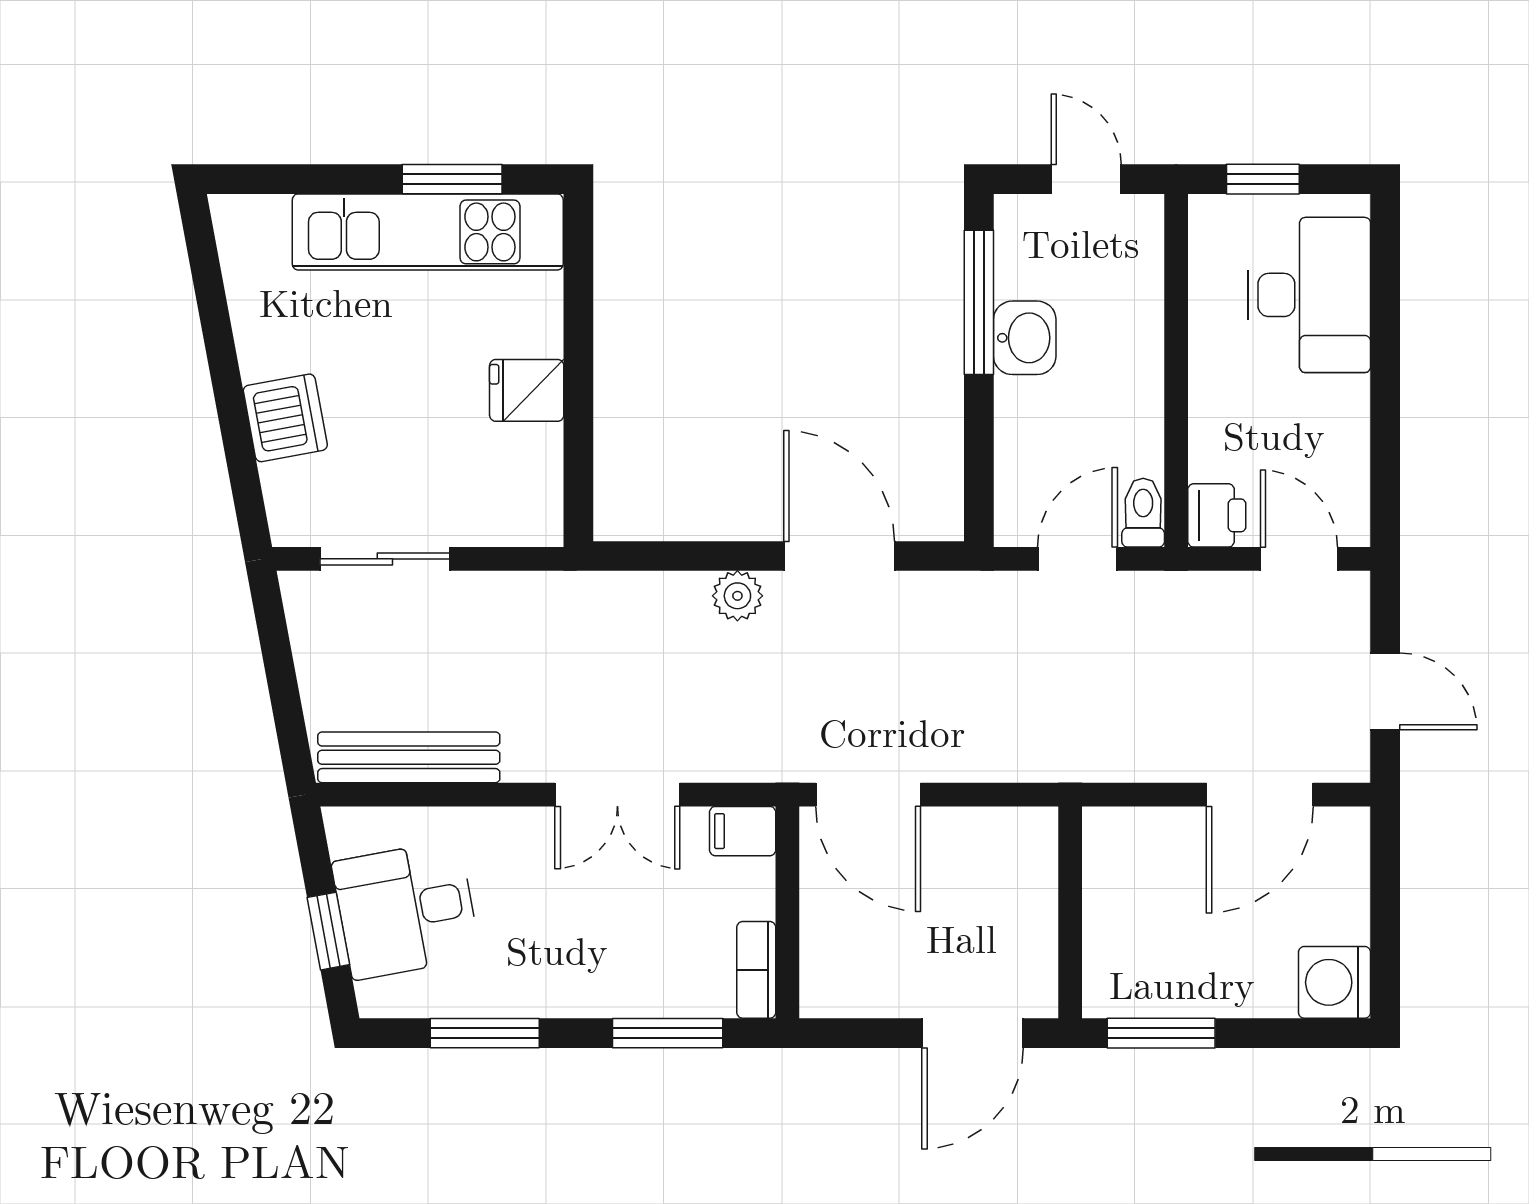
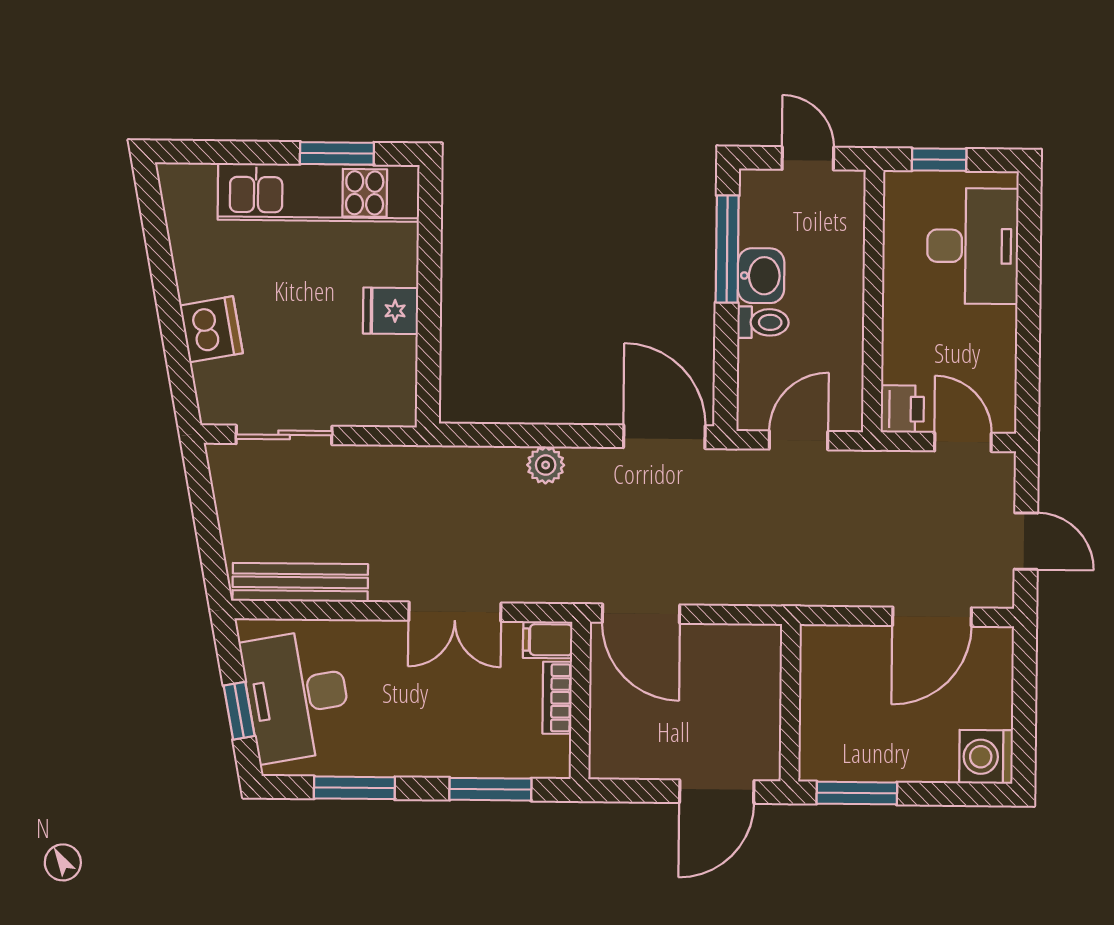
toilet: (1143, 513) -> (763, 322), moved, turned 90
door: (839, 556) -> (664, 437), moved
desk: (406, 910) -> (297, 696), width x1.37
bookcase: (756, 970) -> (557, 698), moved

